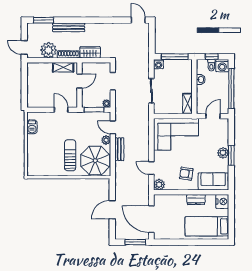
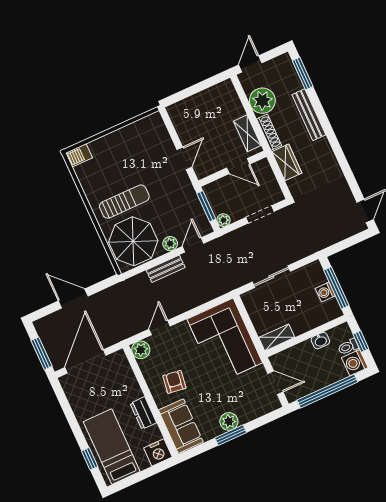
washing machine: (159, 64) -> (325, 292), moved
barbecue: (32, 127) -> (79, 155), moved
window: (208, 242) -> (90, 459), added

